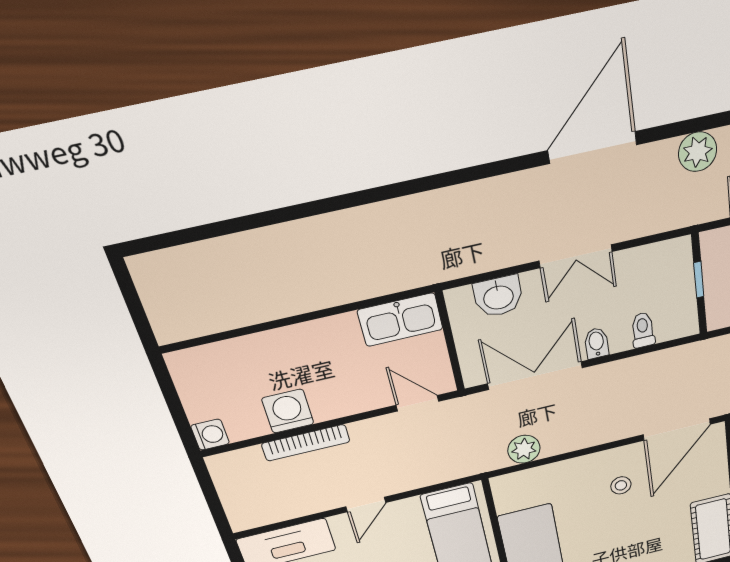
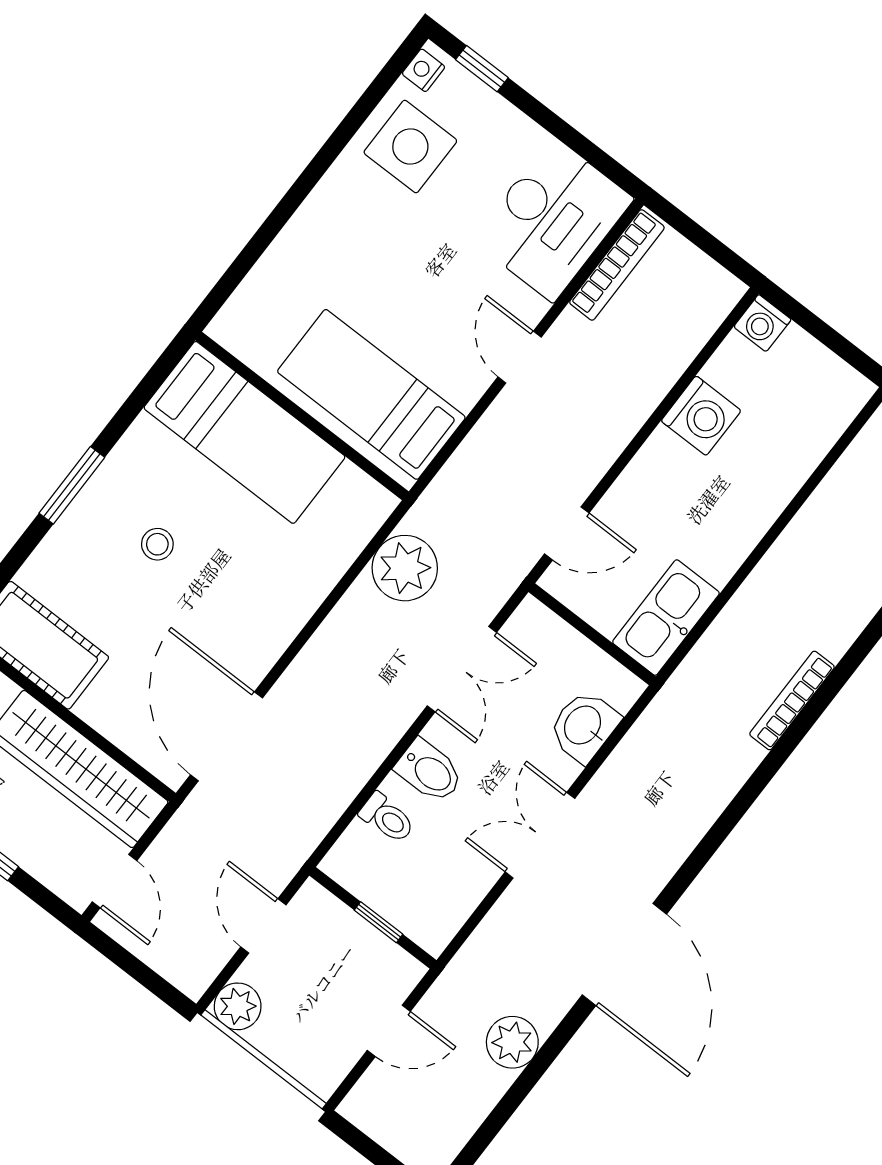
bookcase: (364, 215) -> (792, 700), added
bidet: (596, 343) -> (429, 771), width x1.38, depth x1.36
double door: (535, 376) -> (462, 669), width x0.73
bookcase: (306, 443) -> (617, 265), moved, turned 180
plant: (524, 449) -> (405, 568), width x1.36, depth x1.36
stool: (621, 485) -> (157, 544), moved

